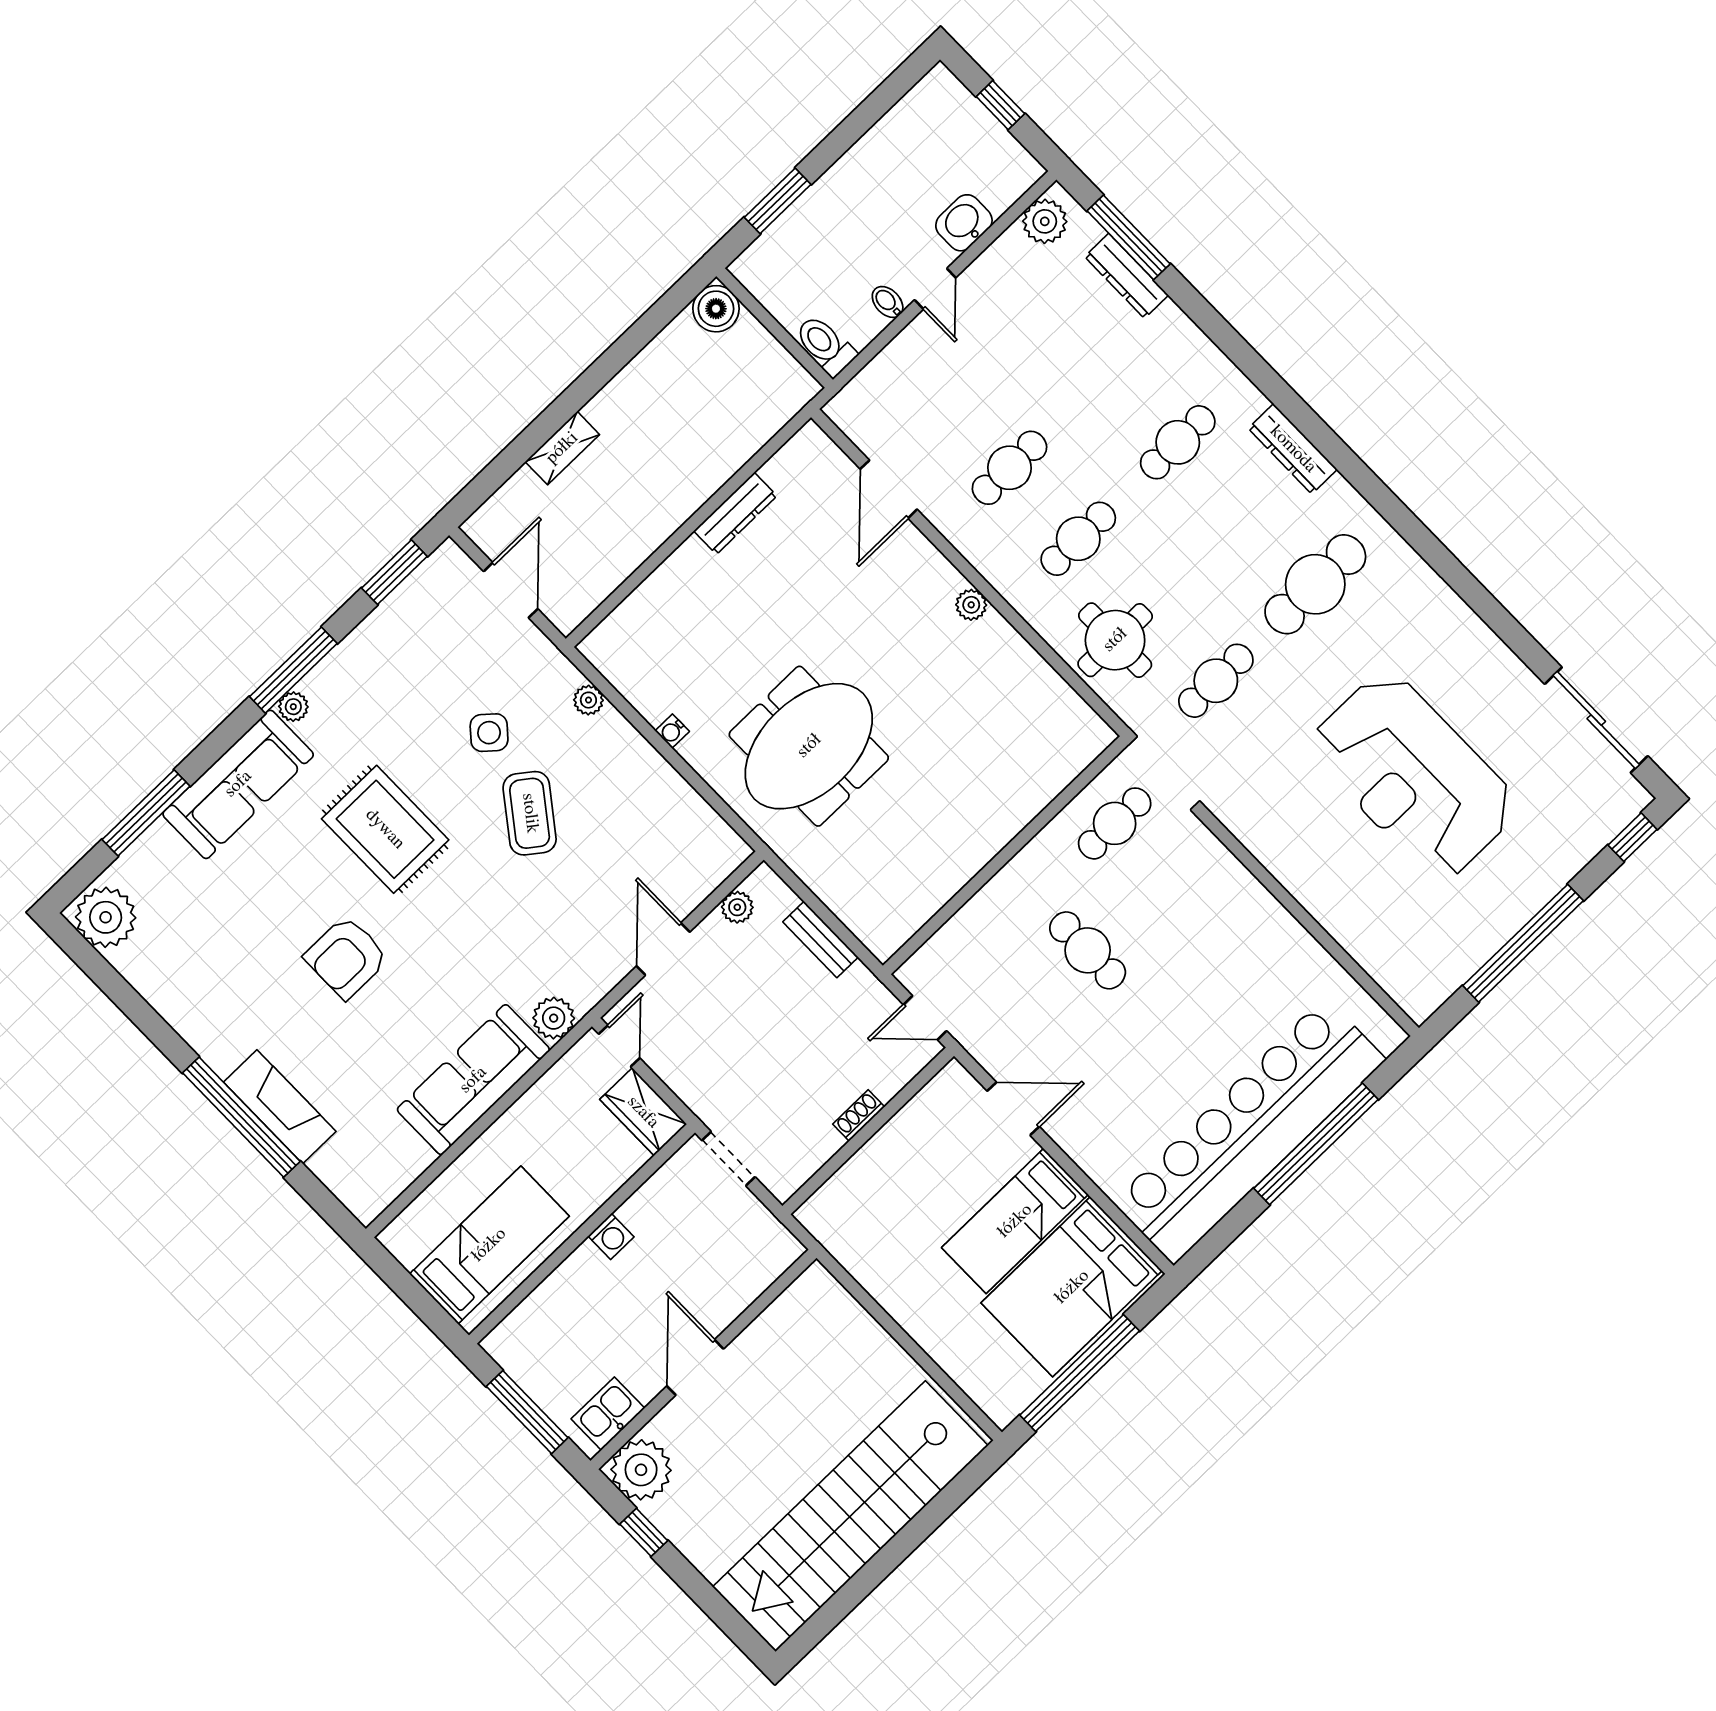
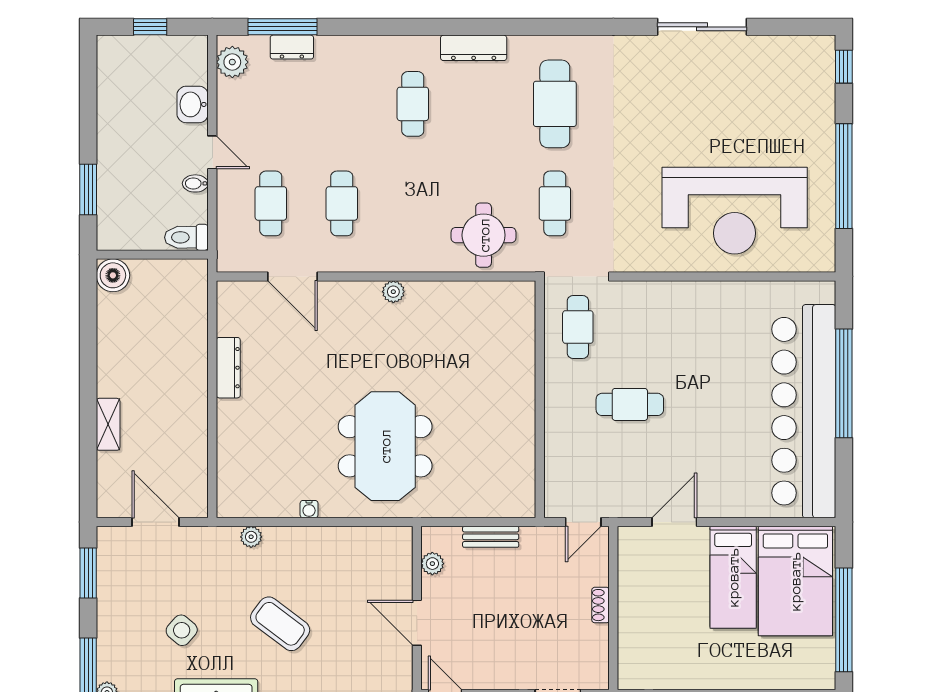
dresser: (1127, 276) -> (292, 47), width x0.70
cafe table: (1078, 539) -> (271, 203), moved
sliding door: (1596, 720) -> (702, 27), moved
side table: (489, 733) -> (182, 630), moved
reception desk: (1413, 776) -> (735, 211), moved

